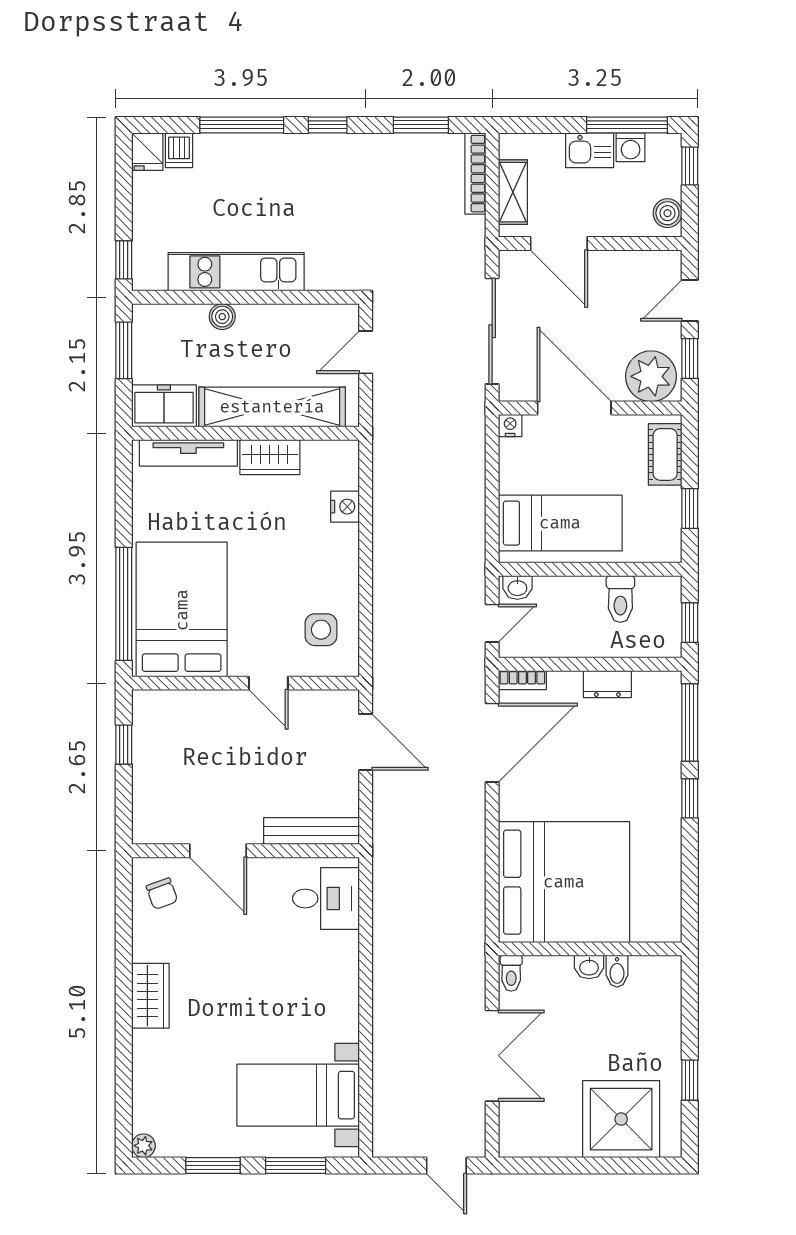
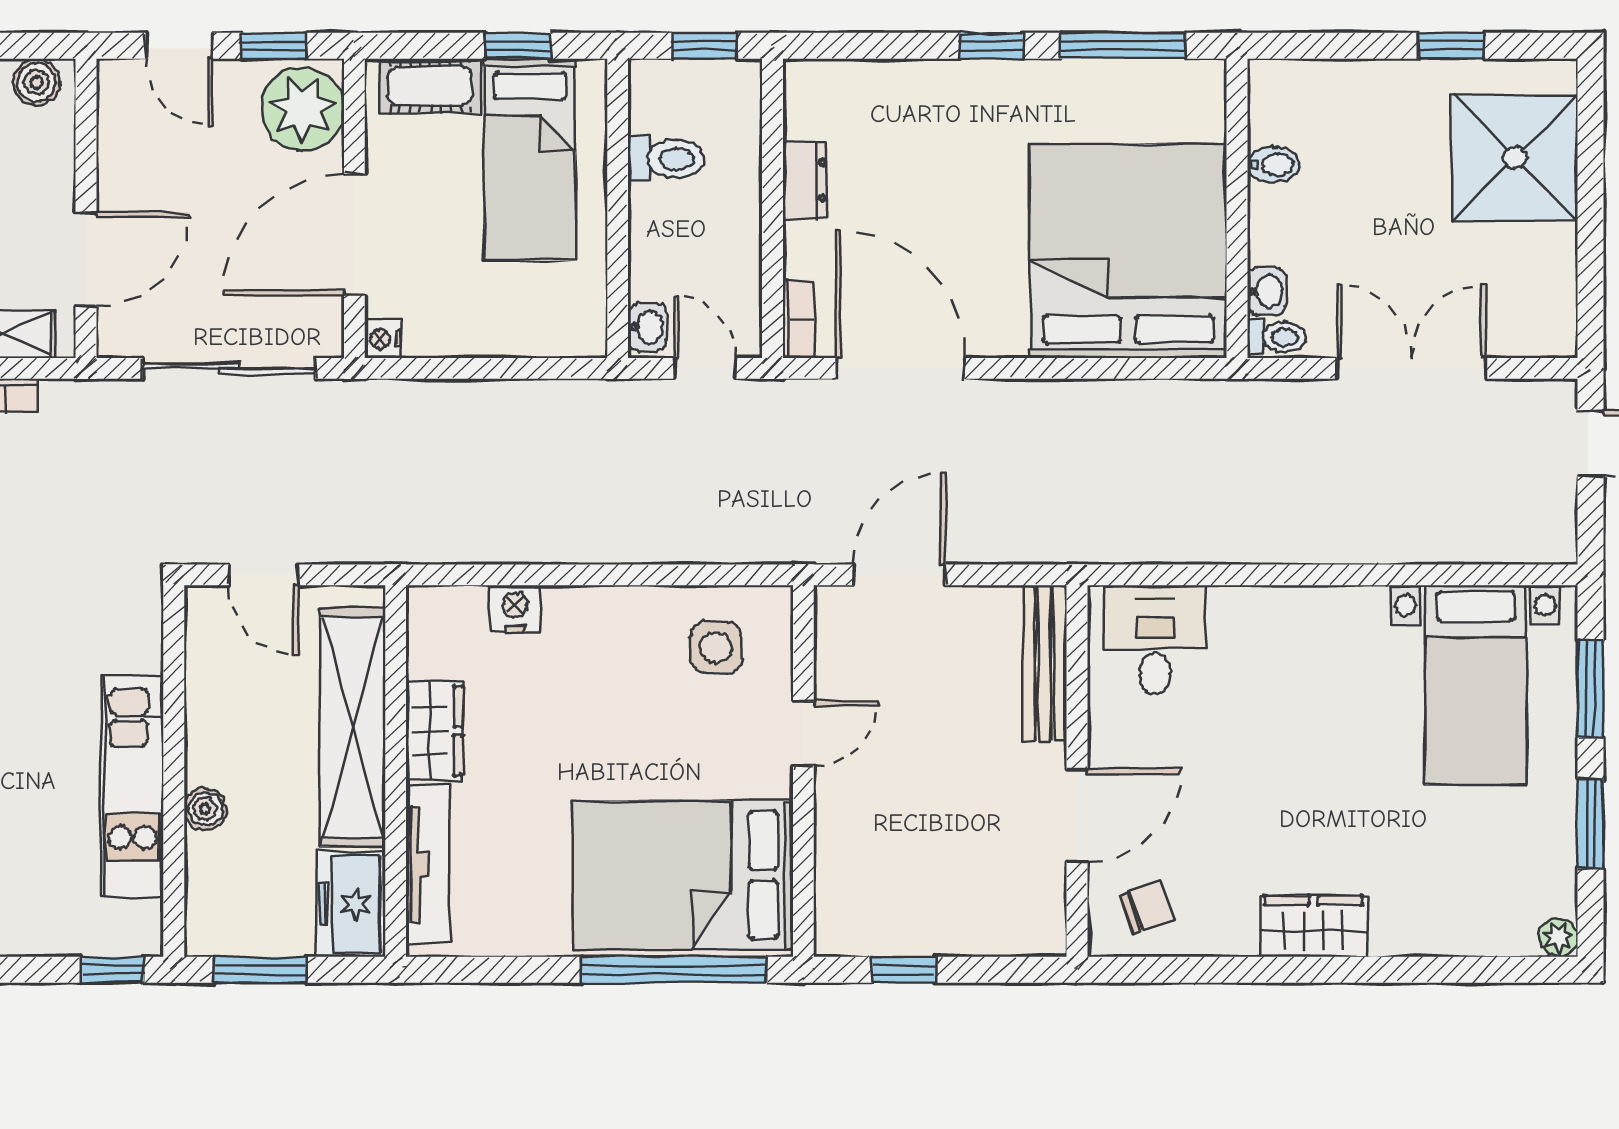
bed: (560, 523) -> (530, 160), moved, turned 180
window: (690, 722) -> (1123, 46), moved
washbasin: (589, 967) -> (1267, 291), moved

